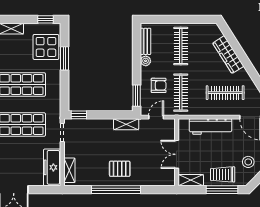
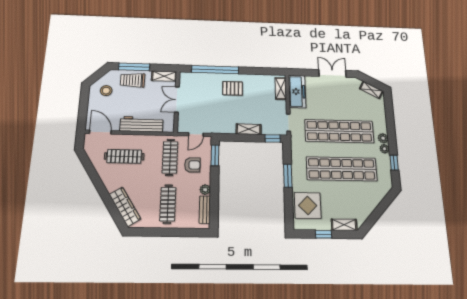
window: (46, 19) -> (324, 234), moved
wardrobe: (228, 55) -> (125, 207), moved
window: (65, 58) -> (288, 176), moved
armchair: (159, 85) -> (192, 165), turned 180
shelving: (126, 124) -> (249, 129), moved
double door: (177, 154) -> (177, 100), swing flipped
trolley: (223, 174) -> (133, 80), turned 180
window: (116, 190) -> (215, 70), moved

